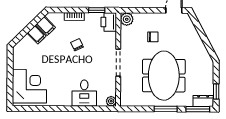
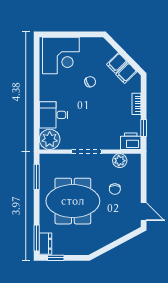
plant: (127, 19) -> (120, 161), moved
chair: (77, 45) -> (90, 82), moved
plant: (111, 101) -> (50, 139), width x1.88, depth x1.88
window: (166, 109) -> (37, 177), moved

